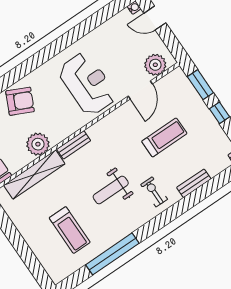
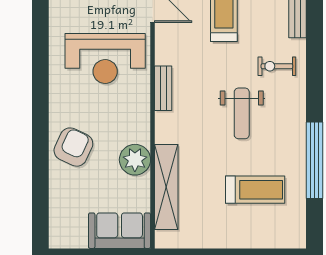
reception desk: (87, 84) -> (105, 58), turned 180
bench: (74, 145) -> (163, 88), moved

